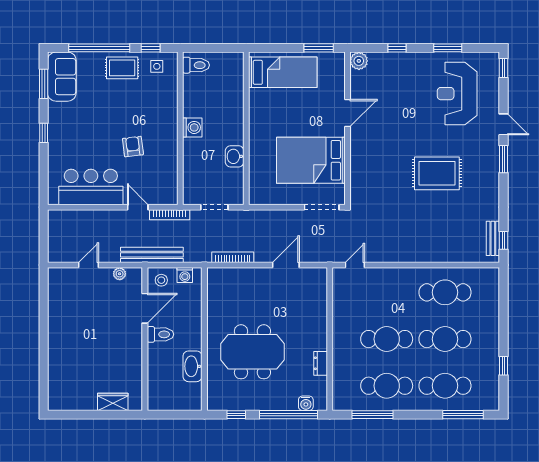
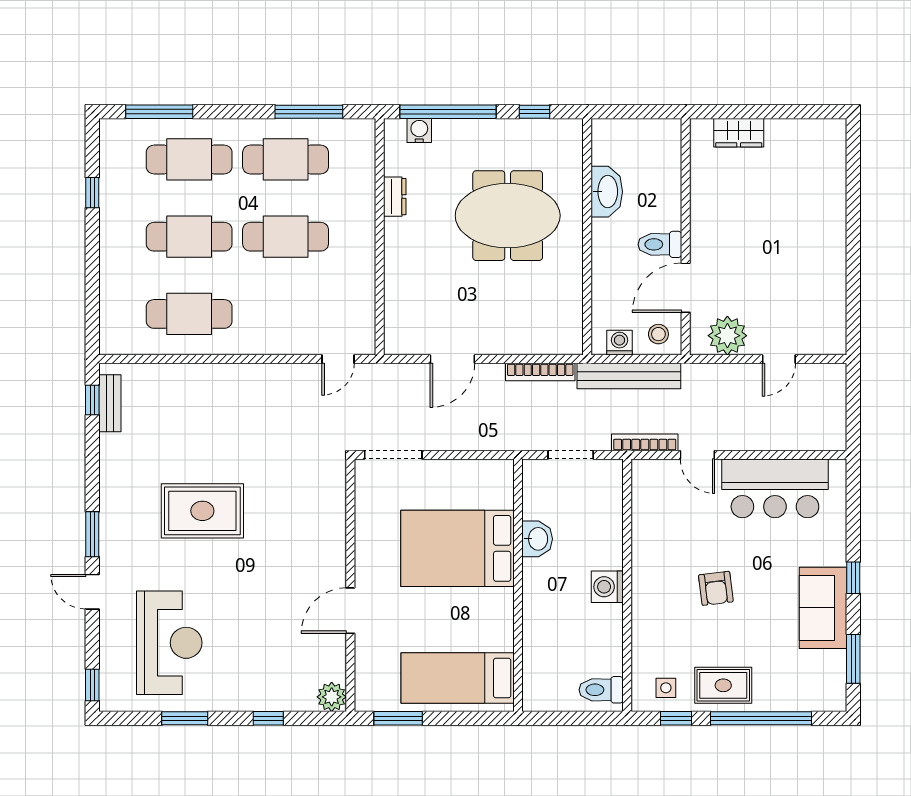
sofa: (62, 77) -> (823, 608), moved
armchair: (133, 147) -> (716, 588), moved
bed: (311, 160) -> (457, 548), moved, turned 180
bench: (152, 255) -> (629, 376), moved
plant: (120, 274) -> (727, 336), width x1.87, depth x1.87

